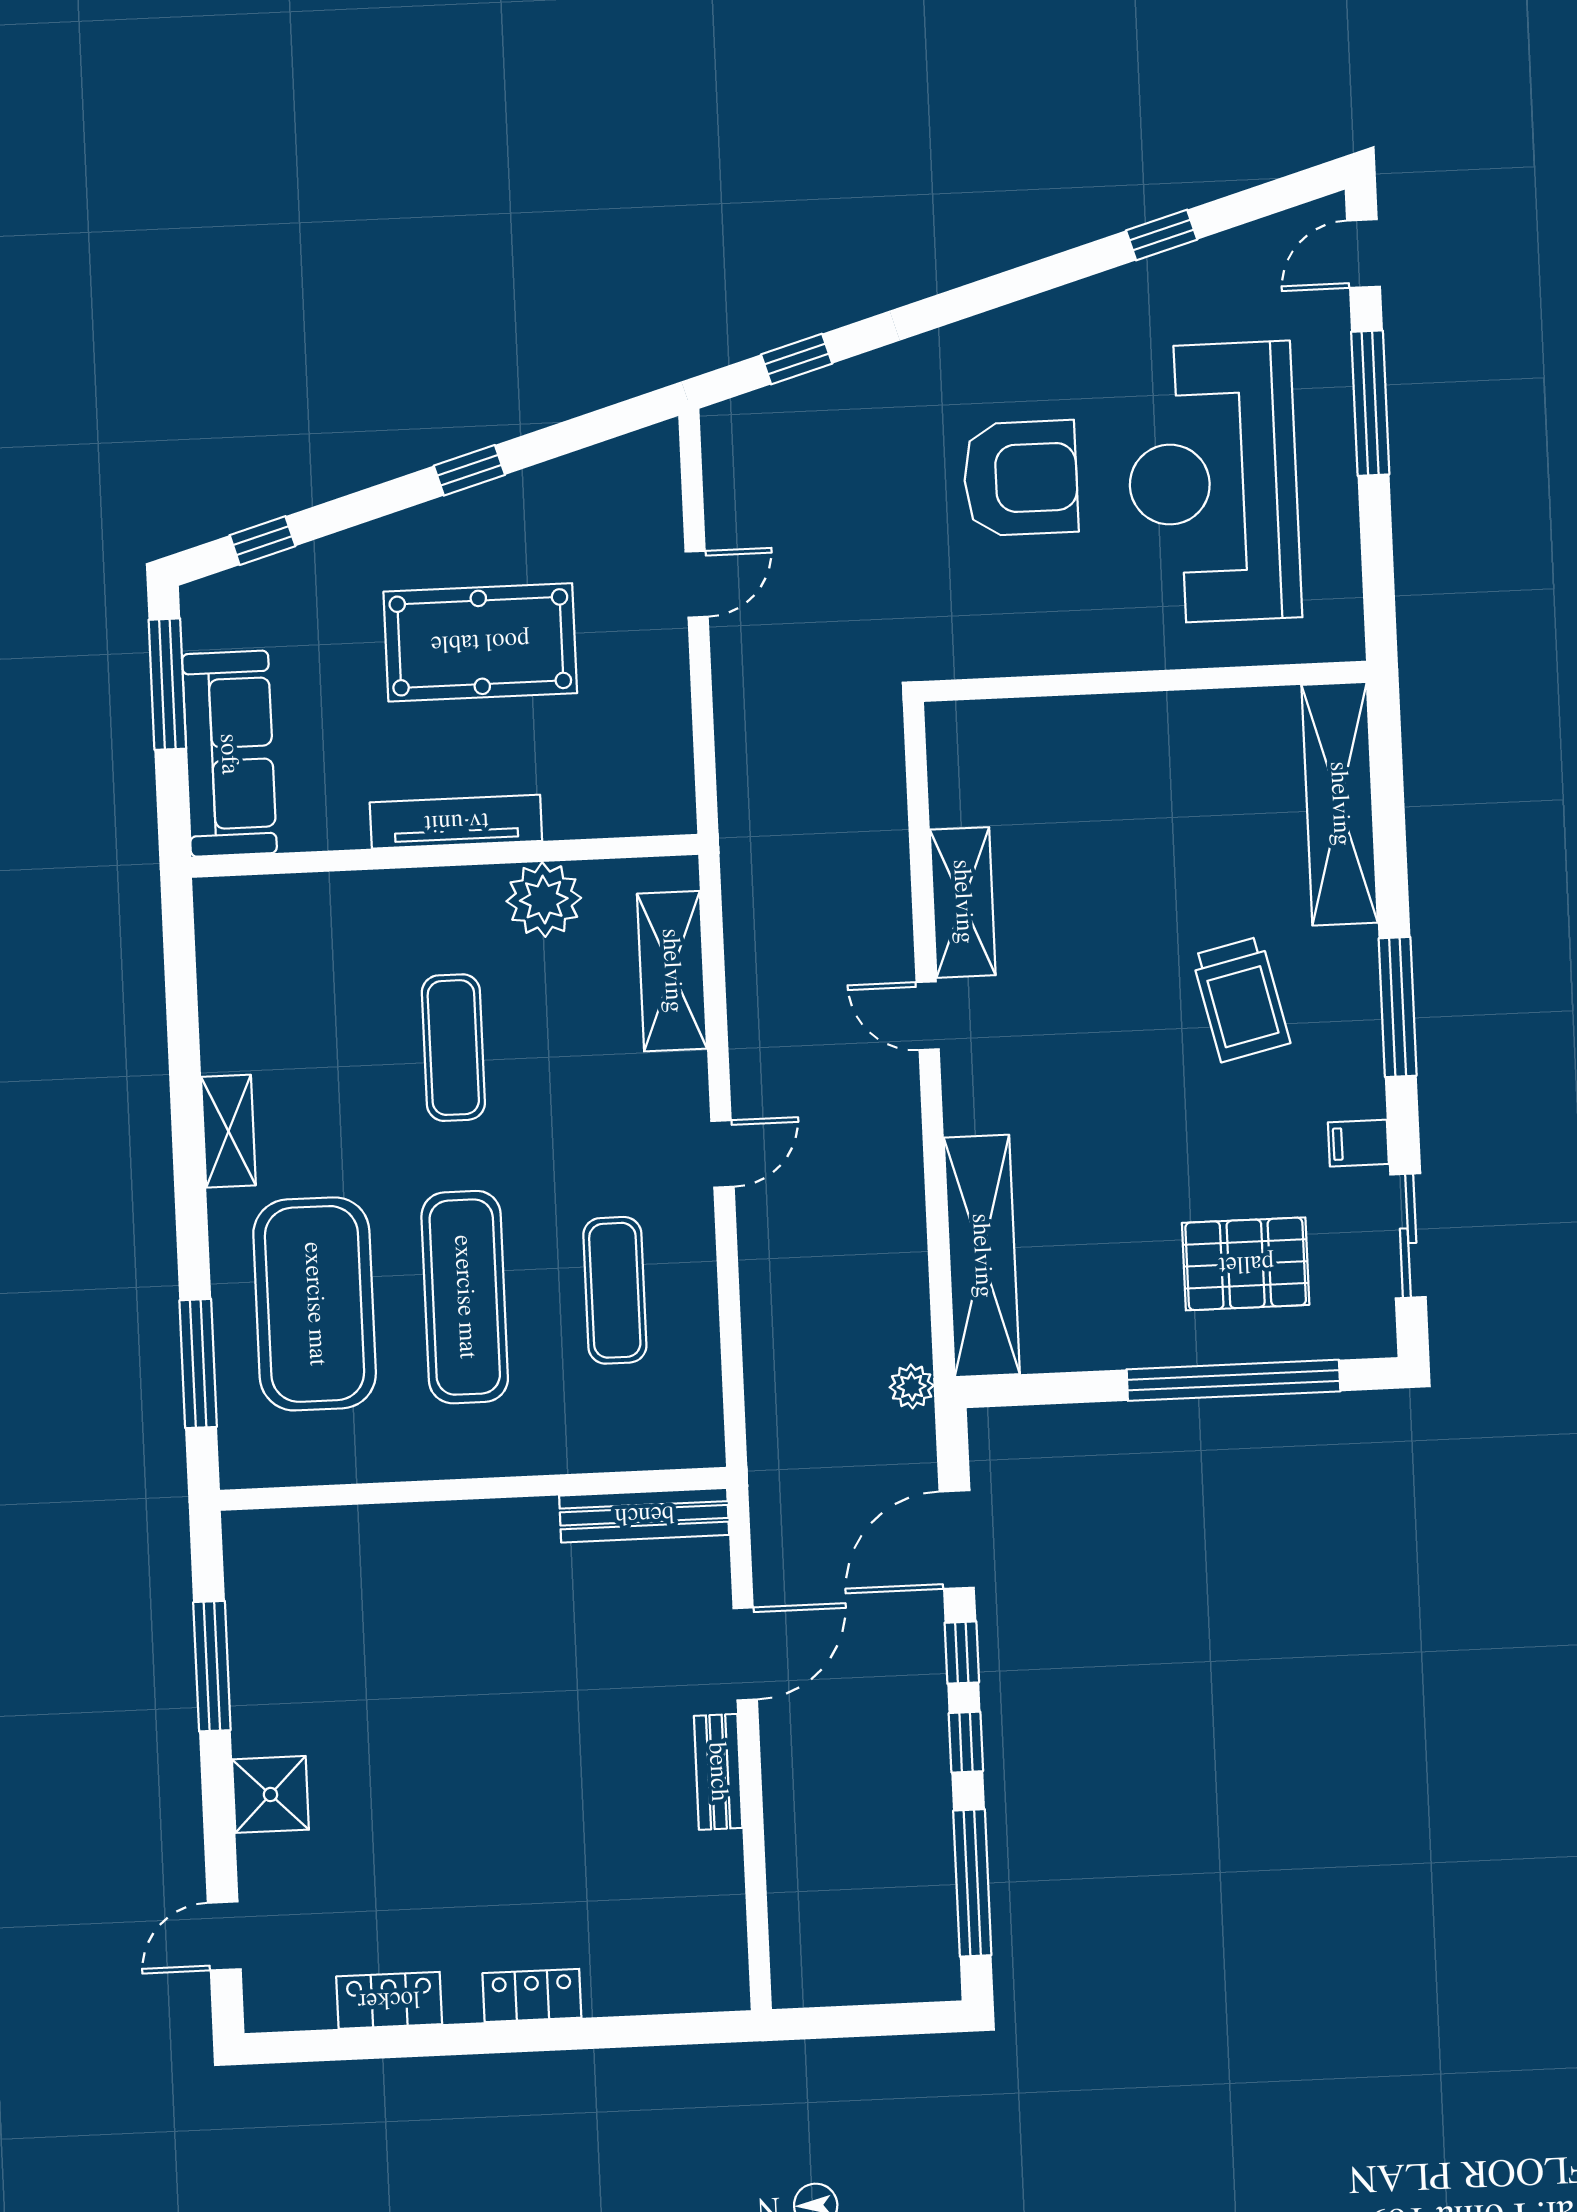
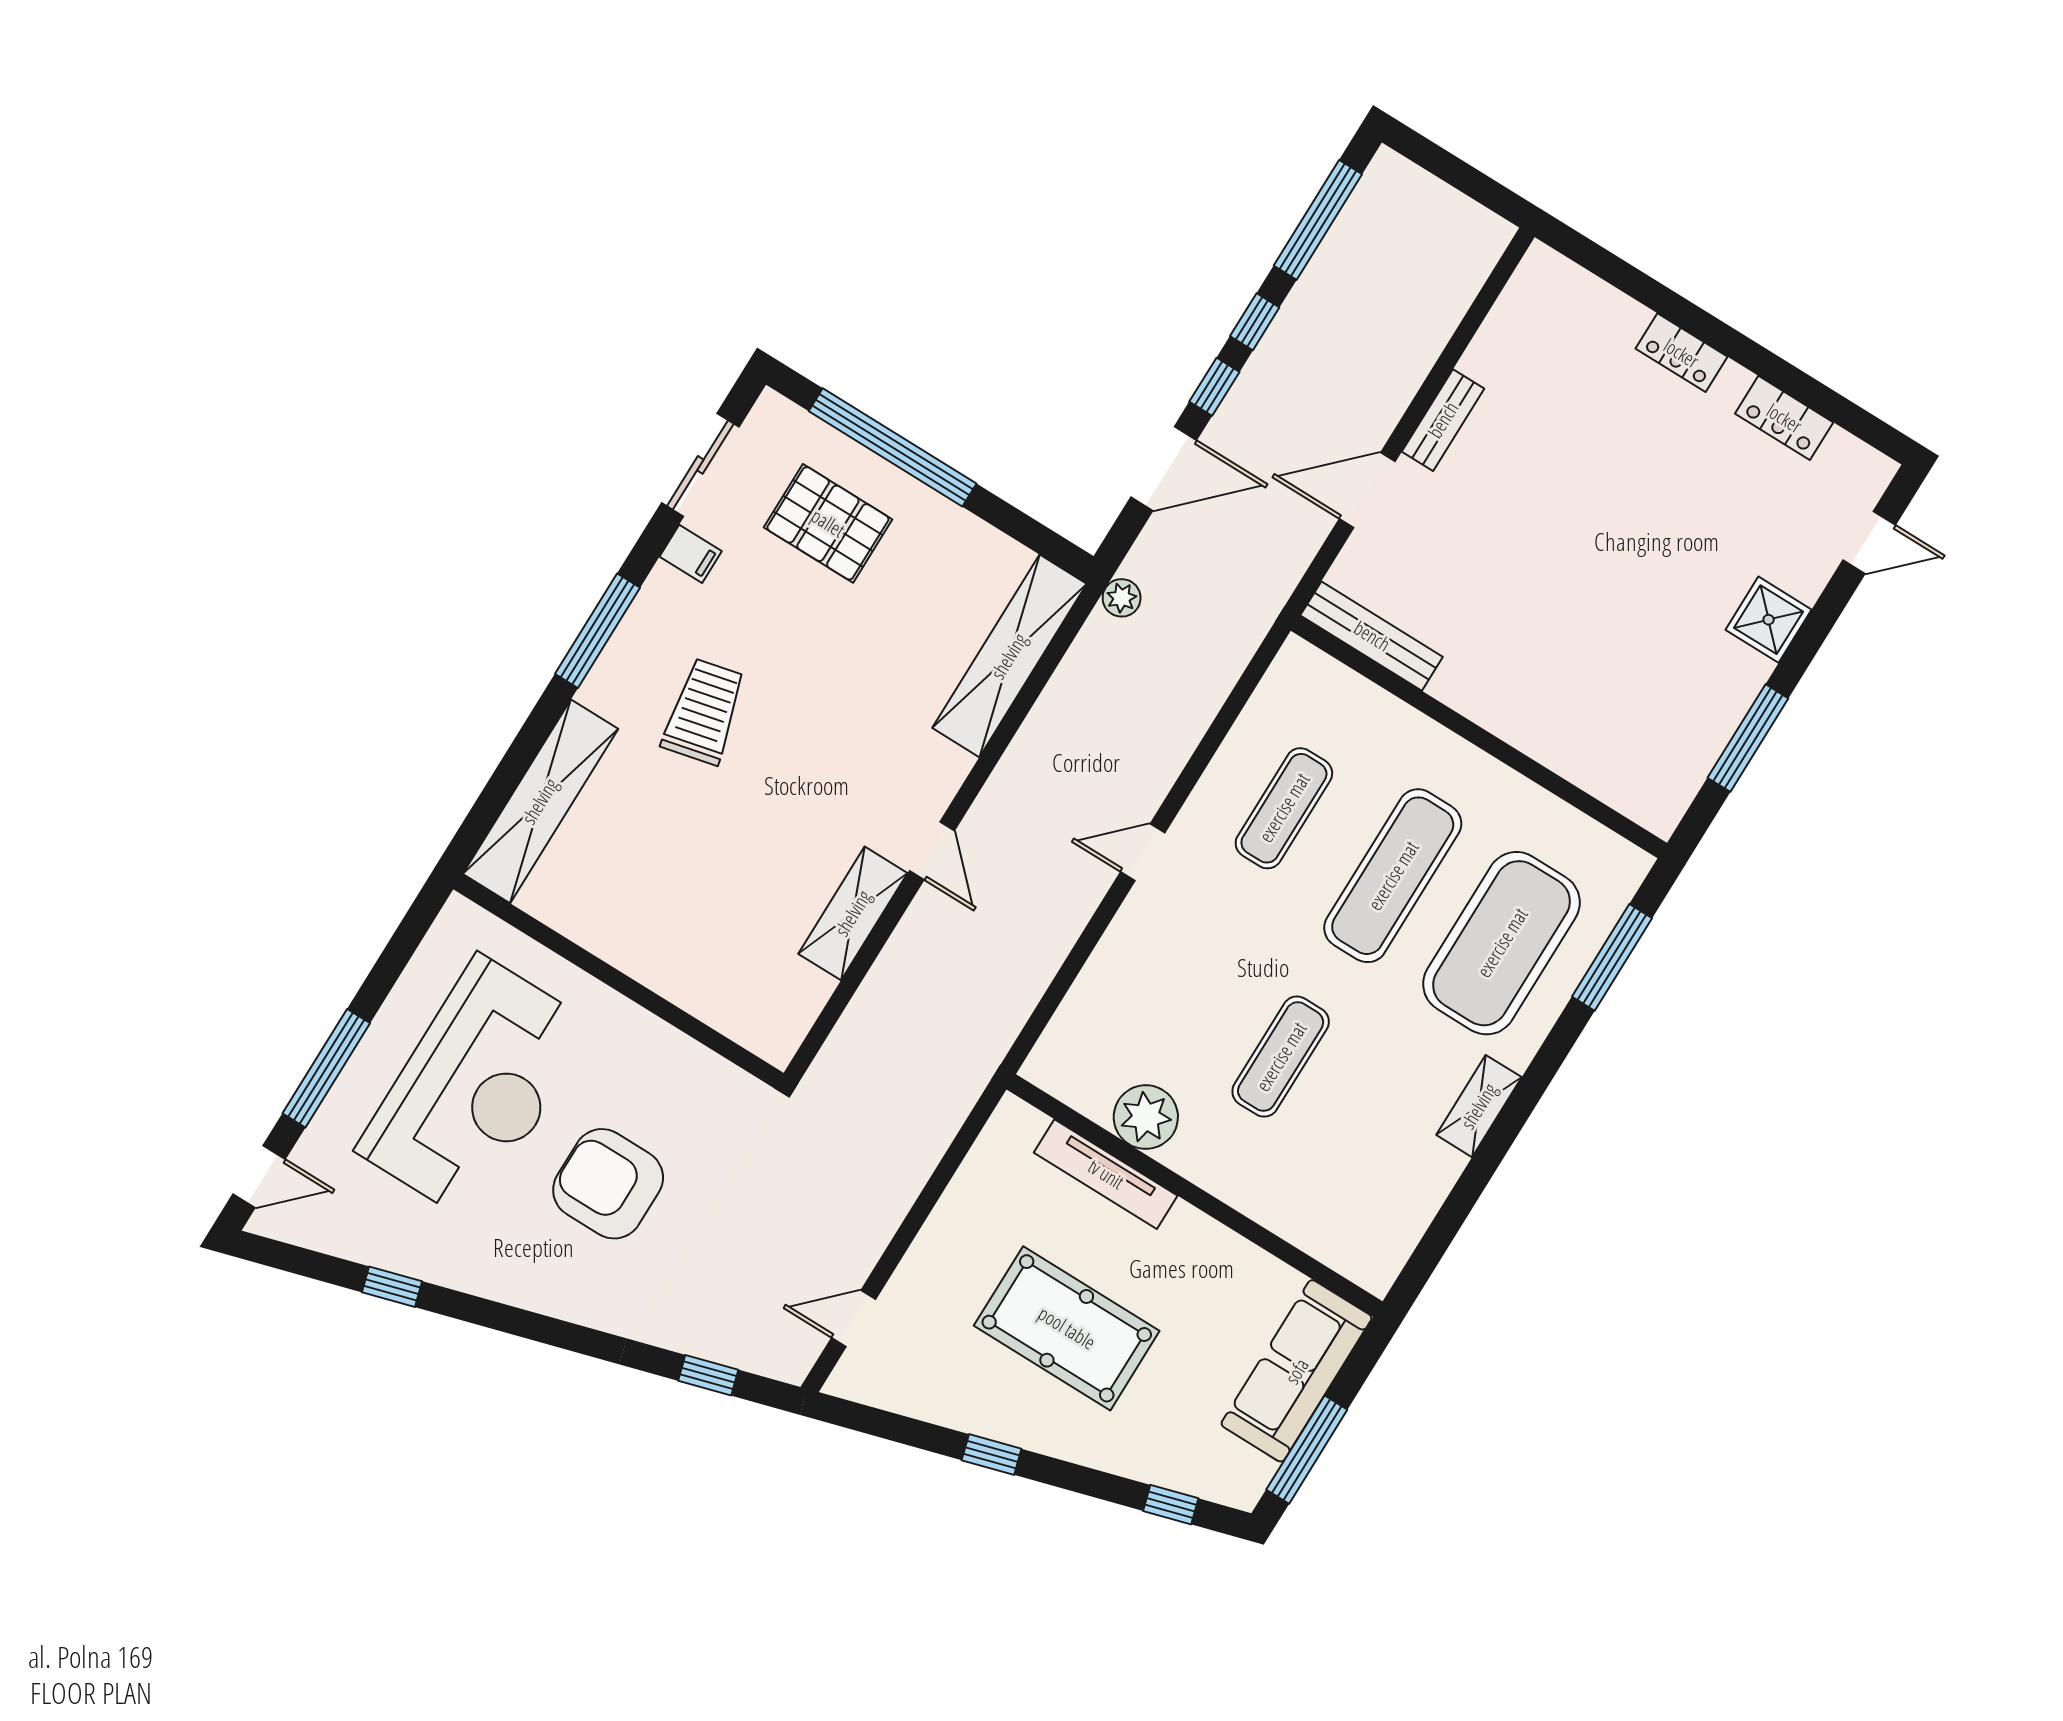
door: (697, 584) -> (854, 1319), moved
tv unit: (456, 822) -> (1106, 1174), moved
shelving: (672, 971) -> (1090, 1005), removed

